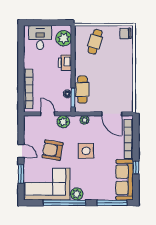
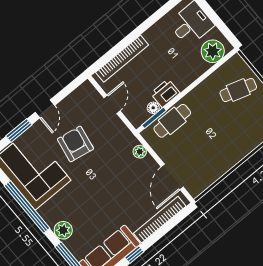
printer: (65, 63) -> (165, 93), moved
plant: (63, 122) -> (118, 129), removed
side table: (86, 151) -> (106, 182), removed
plant: (77, 194) -> (63, 230), moved

